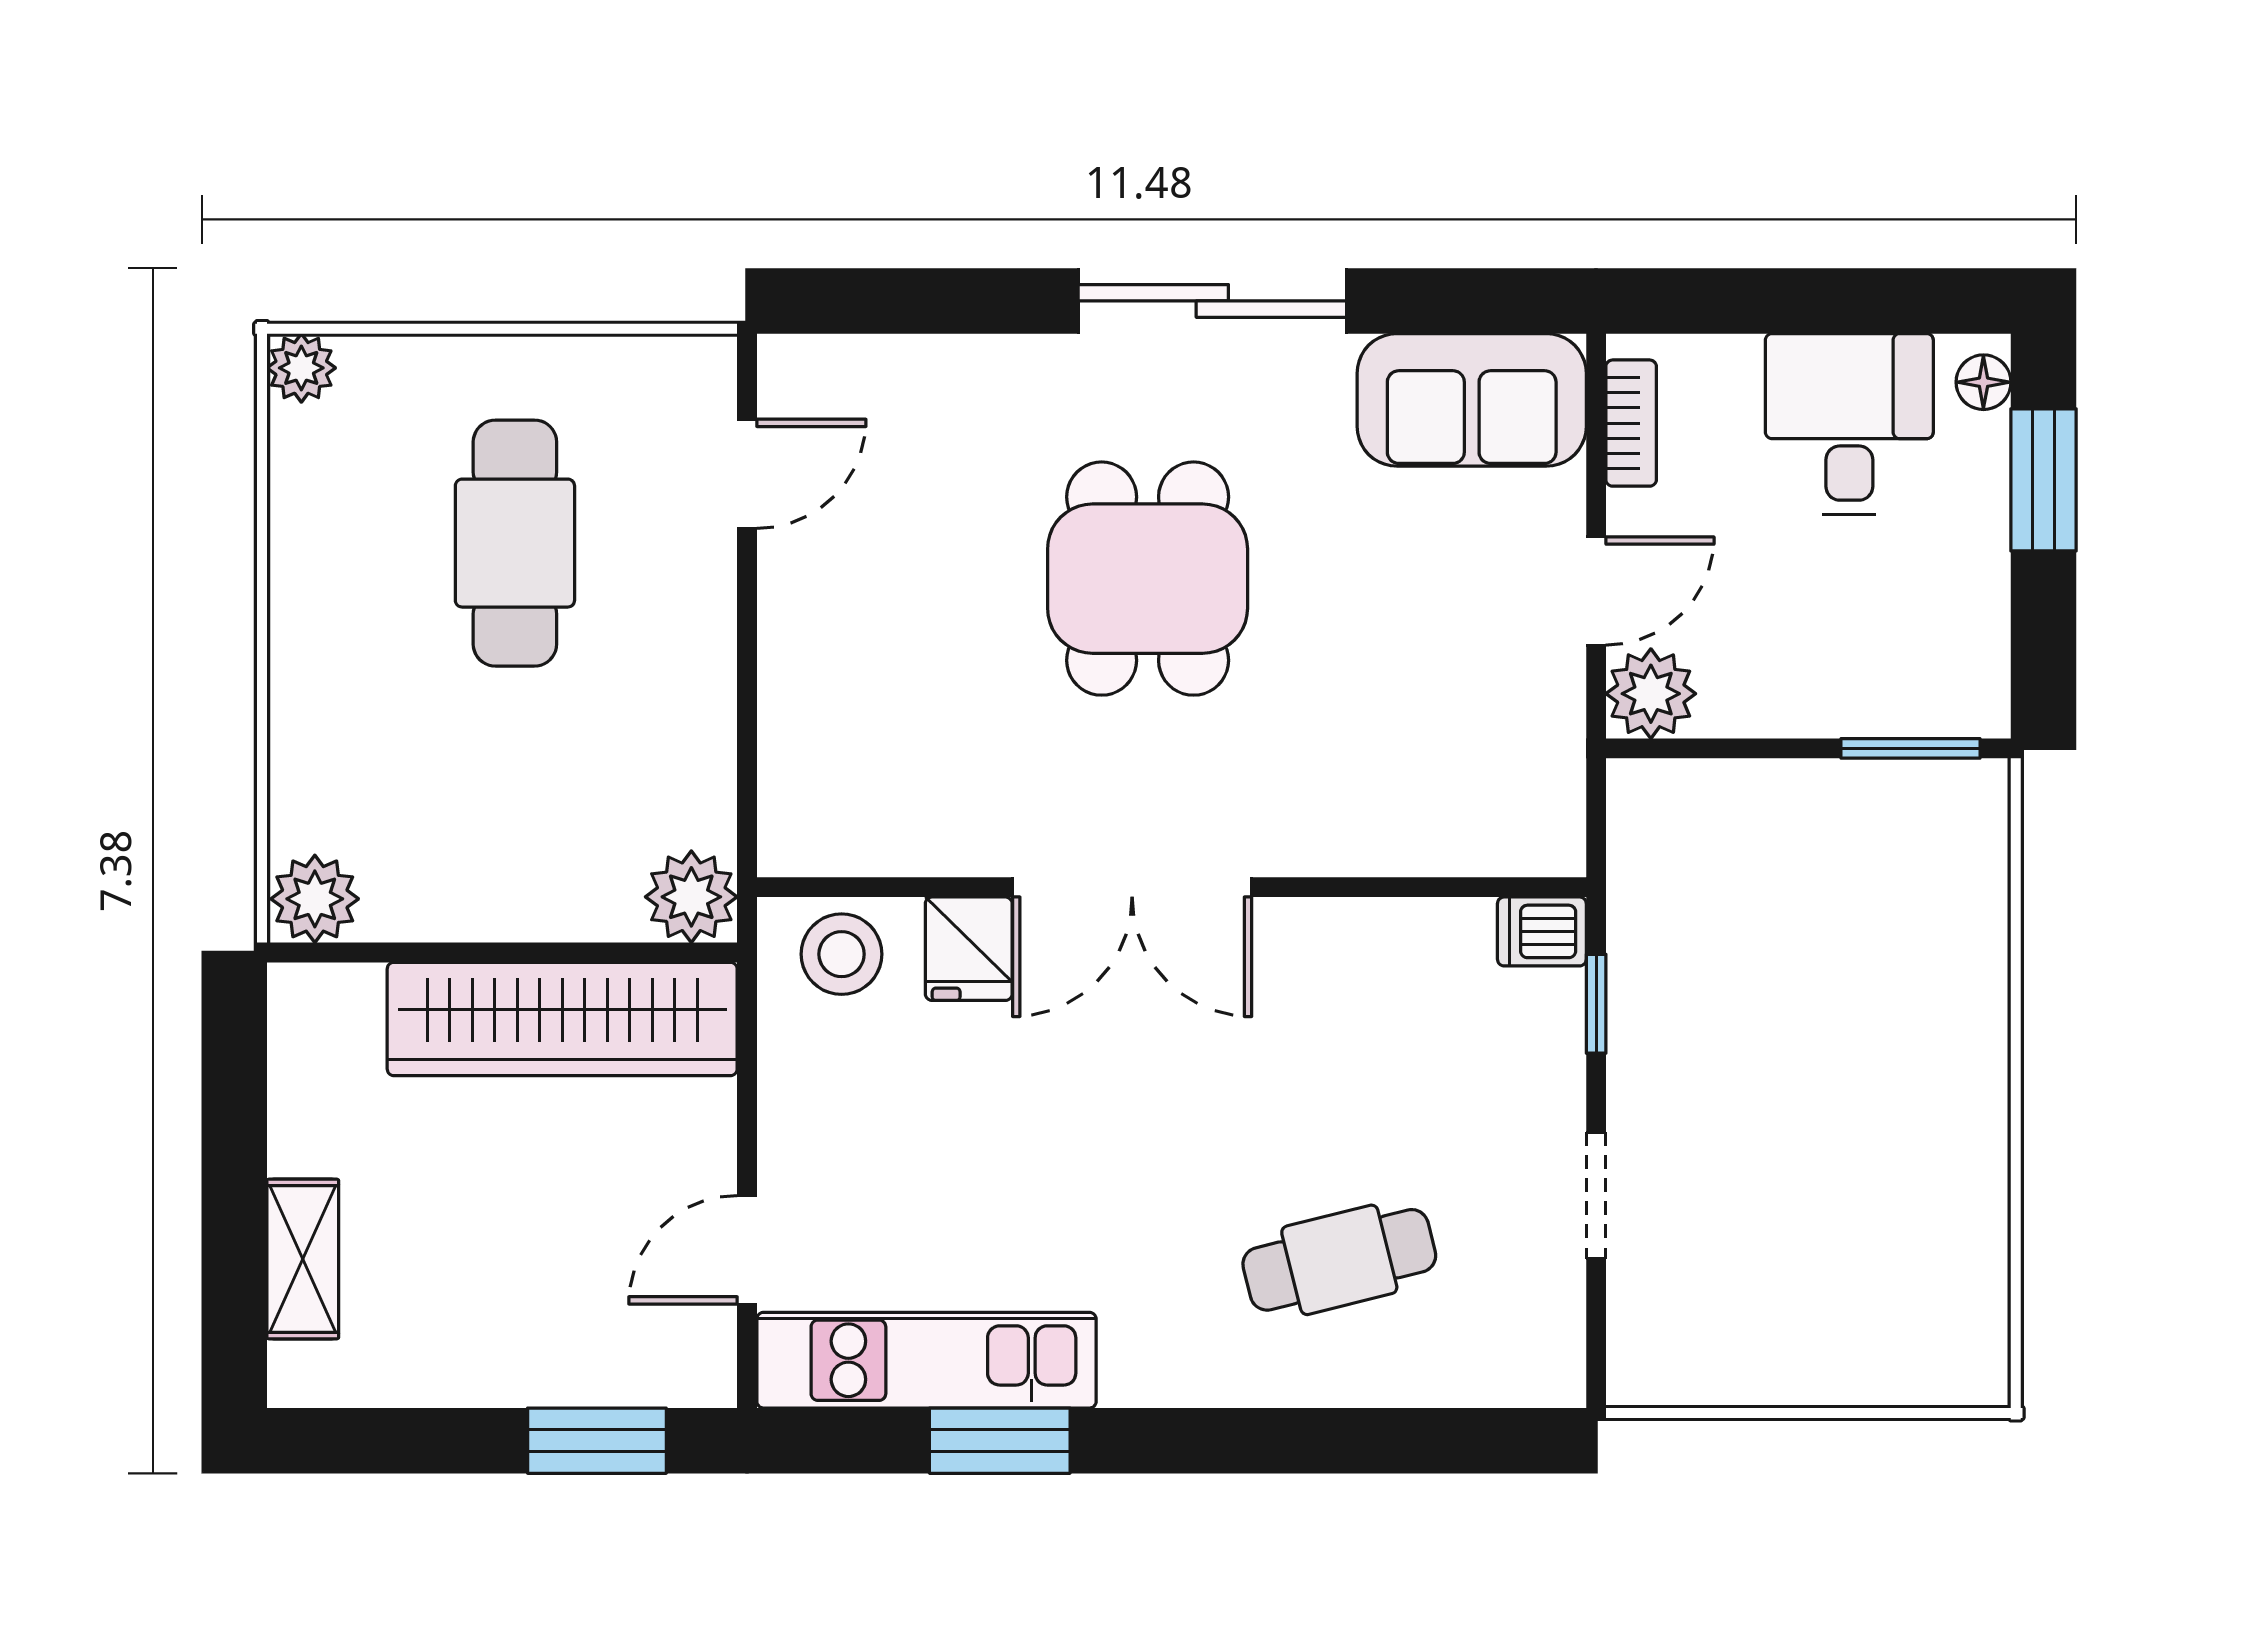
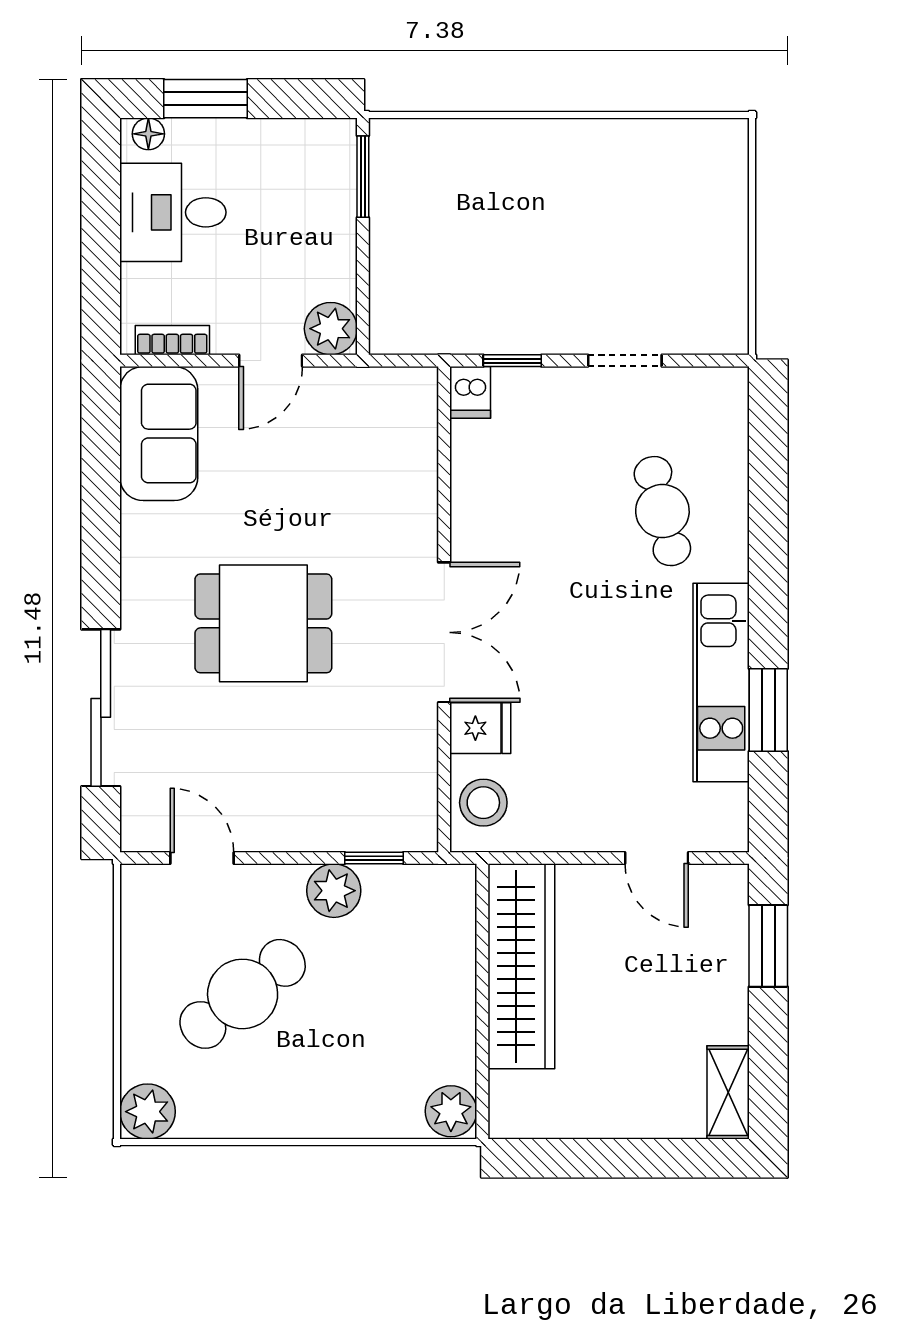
sliding door: (1212, 301) -> (101, 708), moved
plant: (301, 368) -> (148, 1112), width x1.38, depth x1.38
cafe table: (515, 543) -> (243, 994), turned -38
door: (1596, 591) -> (271, 361), swing flipped
window: (747, 767) -> (374, 858), added
plant: (691, 897) -> (334, 891), moved
shelving: (303, 1259) -> (728, 1092), moved, turned 90
kitchen unit: (926, 1360) -> (721, 682), moved

